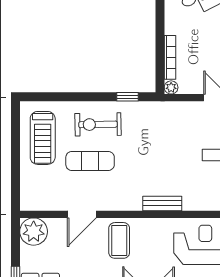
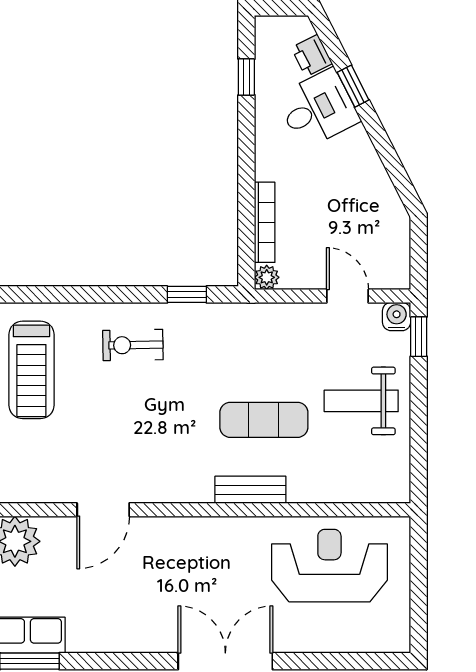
exercise bike: (98, 124) -> (133, 345), width x0.73, depth x0.72
exercise mat: (90, 161) -> (264, 420), moved
coffee table: (119, 240) -> (172, 558), removed

